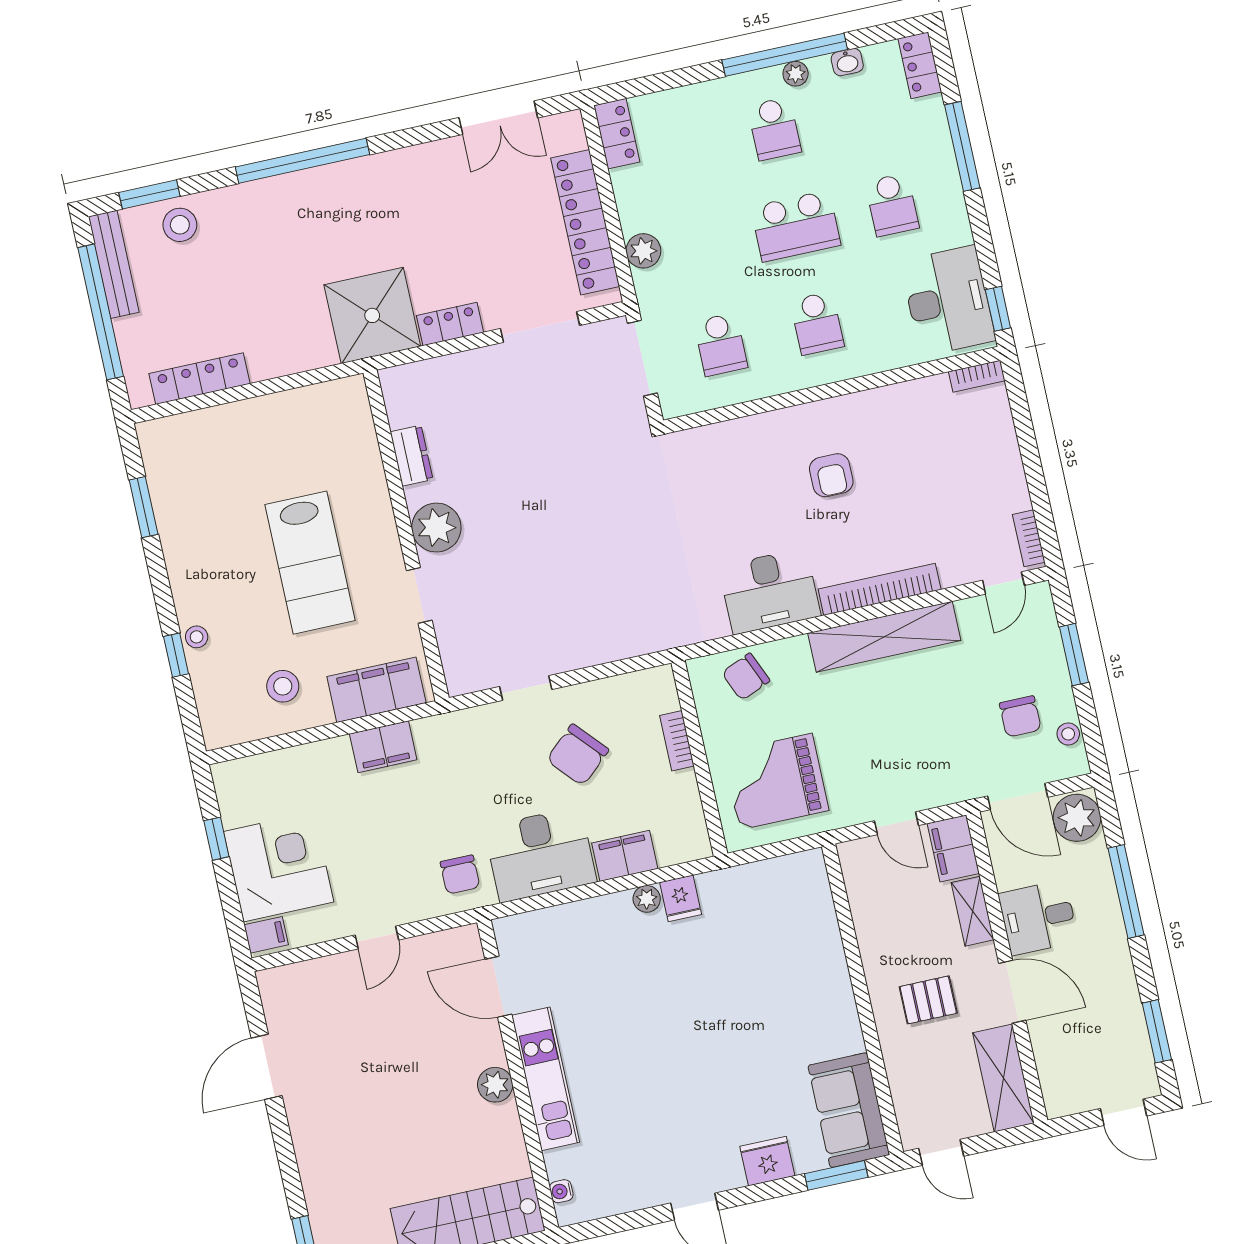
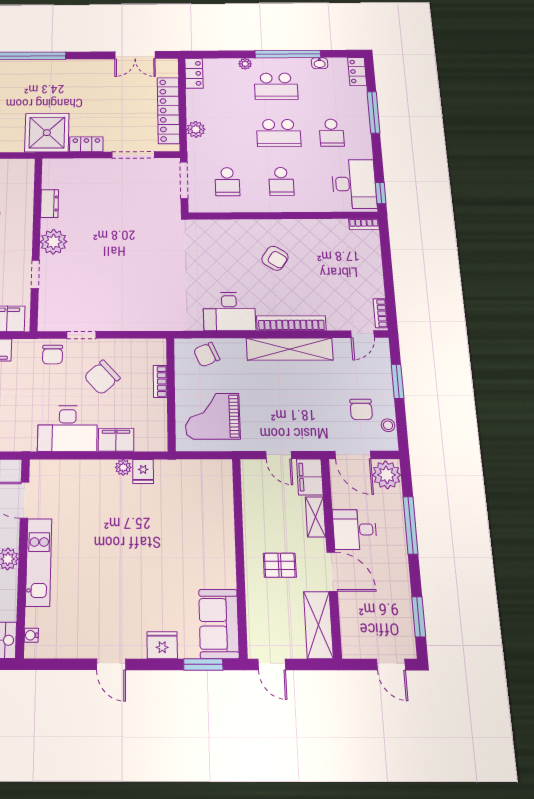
plant: (796, 74) -> (245, 64), moved
school desk: (774, 129) -> (276, 86), width x1.85
armchair: (831, 475) -> (275, 258), turned -57
chair: (460, 875) -> (52, 355), moved

